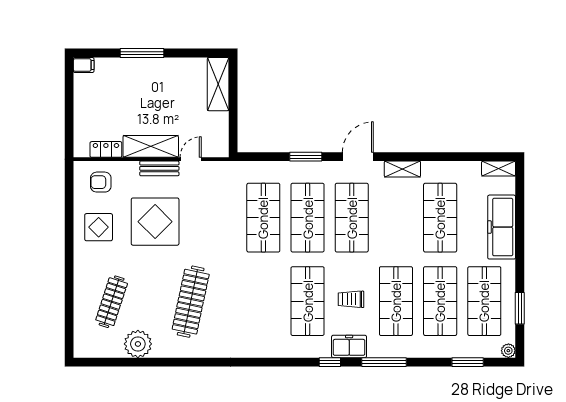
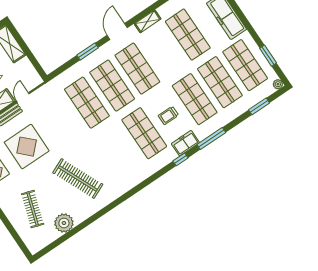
clothes rail: (191, 302) -> (78, 179), turned -36

